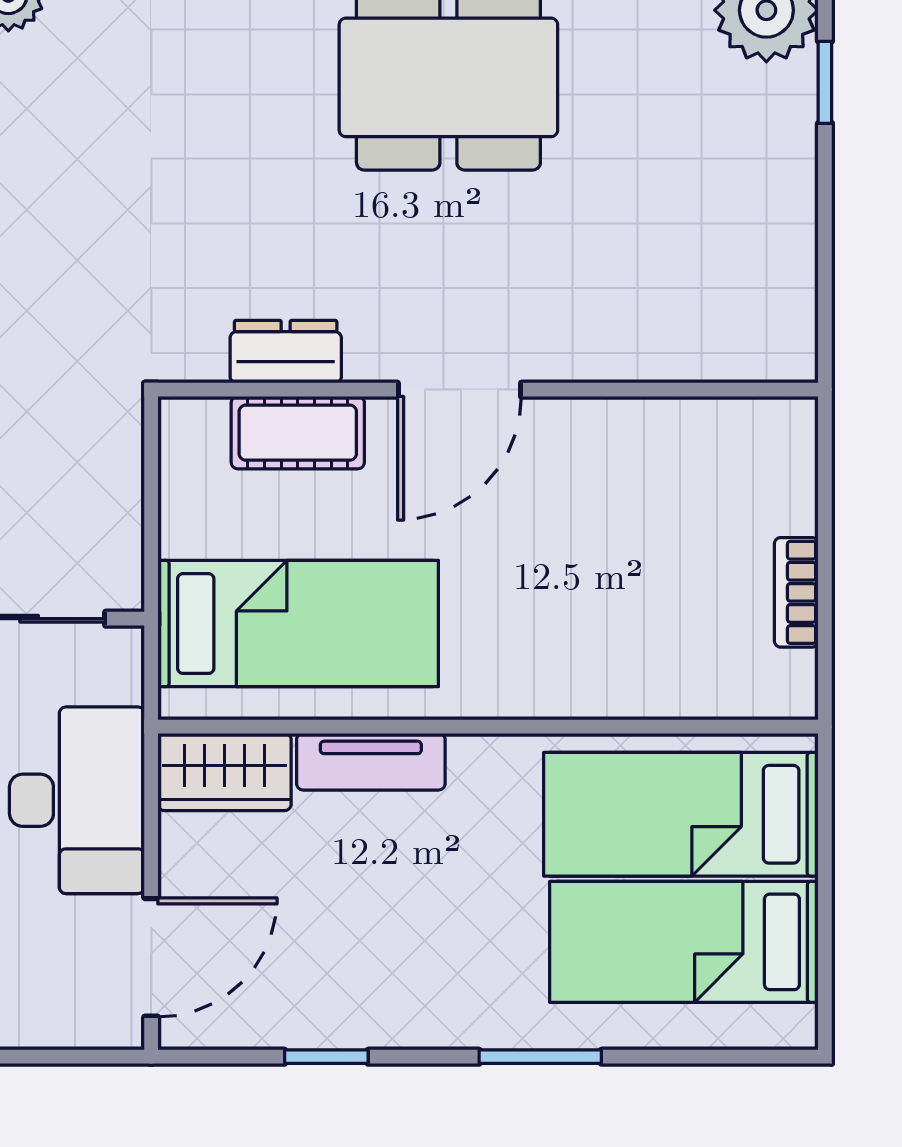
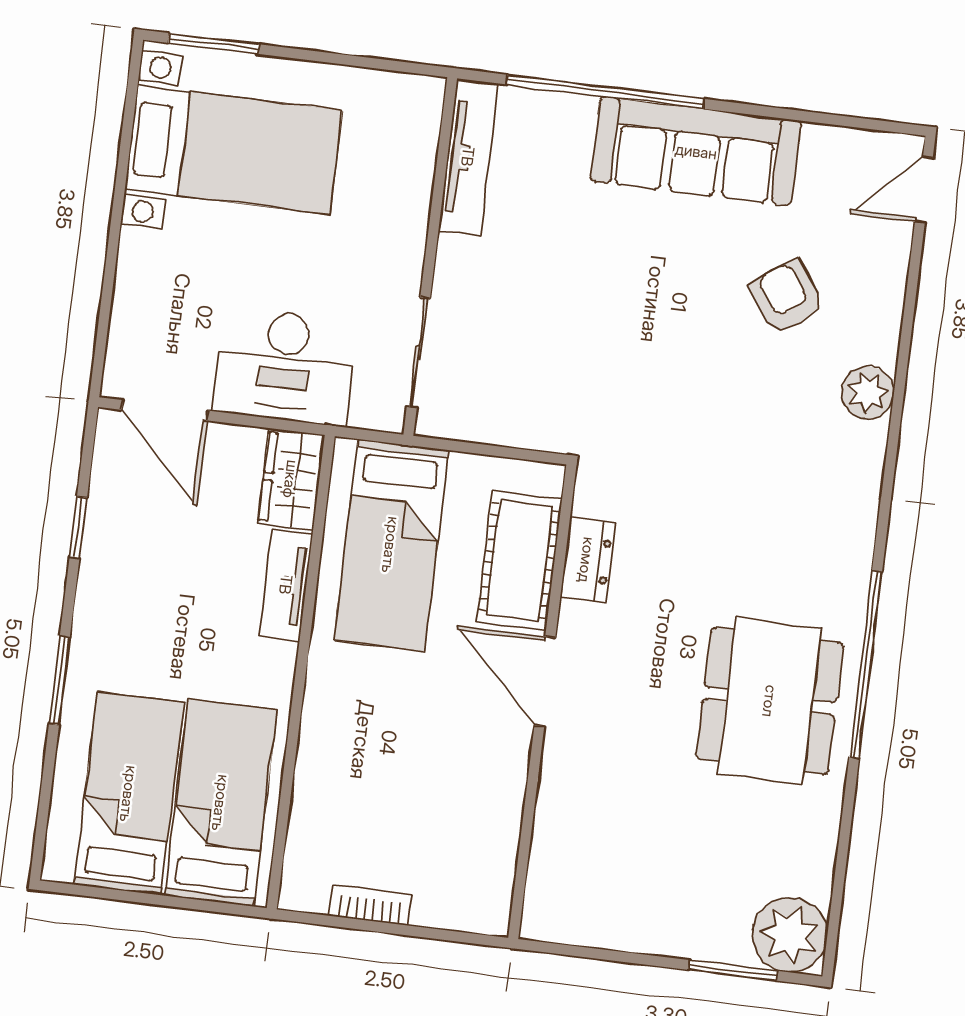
window: (825, 82) -> (733, 970), width x1.50
cot: (298, 433) -> (519, 561), width x1.37, depth x1.34

